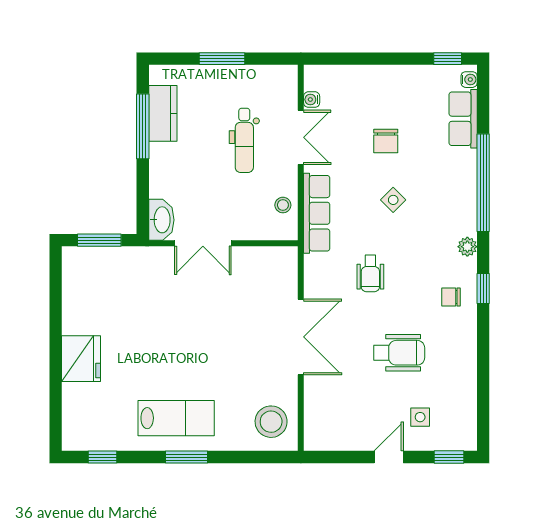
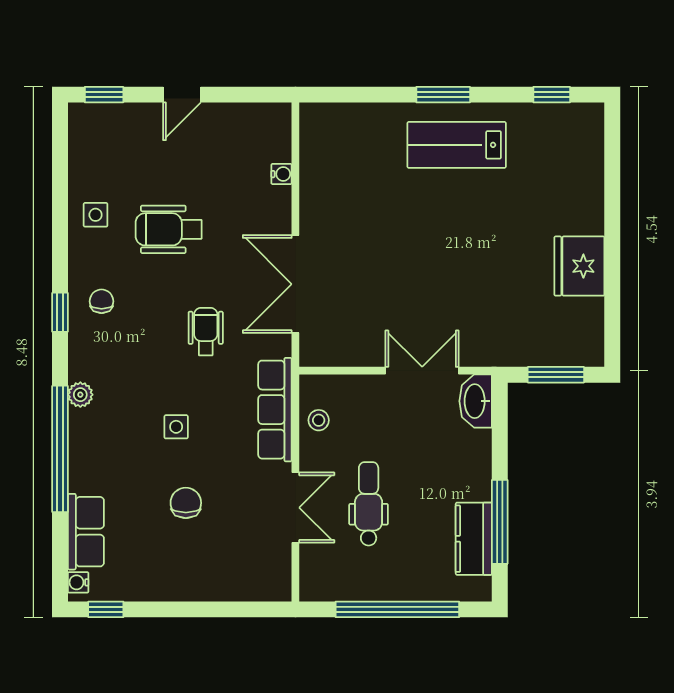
window: (222, 59) -> (397, 609), width x2.11
water cooler: (312, 100) -> (282, 174), moved
double door: (301, 137) -> (295, 508), swing flipped
side table: (393, 200) -> (176, 427), turned 45
plant: (467, 247) -> (80, 395), moved
chair: (451, 297) -> (102, 301), turned -90
double door: (301, 337) -> (295, 284), moved
fridge: (81, 359) -> (579, 266), moved
side table: (420, 417) -> (96, 215), moved
stool: (271, 422) -> (334, 140), removed

